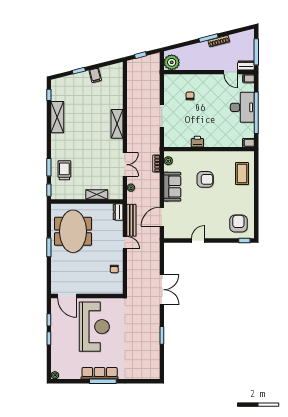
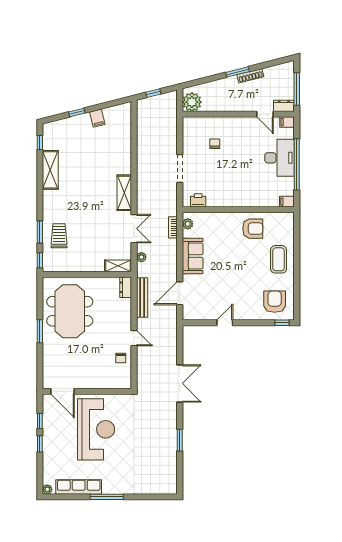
shelving: (117, 124) -> (124, 193), moved
printer: (197, 142) -> (198, 200), moved
coffee table: (242, 174) -> (279, 259), moved
armchair: (205, 179) -> (253, 229), moved
shelving: (97, 195) -> (118, 266), moved
door: (125, 243) -> (134, 338), moved
row of seats: (100, 373) -> (79, 487), moved

